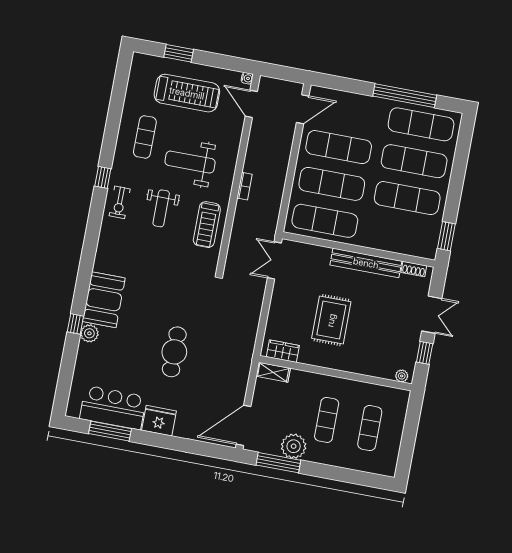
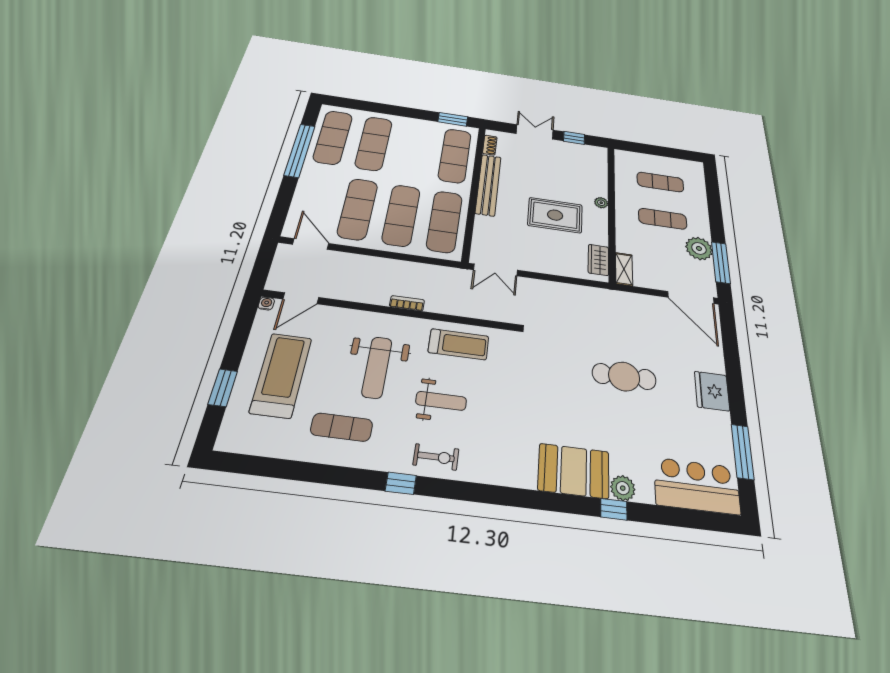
exercise mat: (407, 198) -> (455, 156), moved
plant: (402, 376) -> (601, 203), moved
bar counter: (113, 408) -> (697, 486), moved, turned 90

